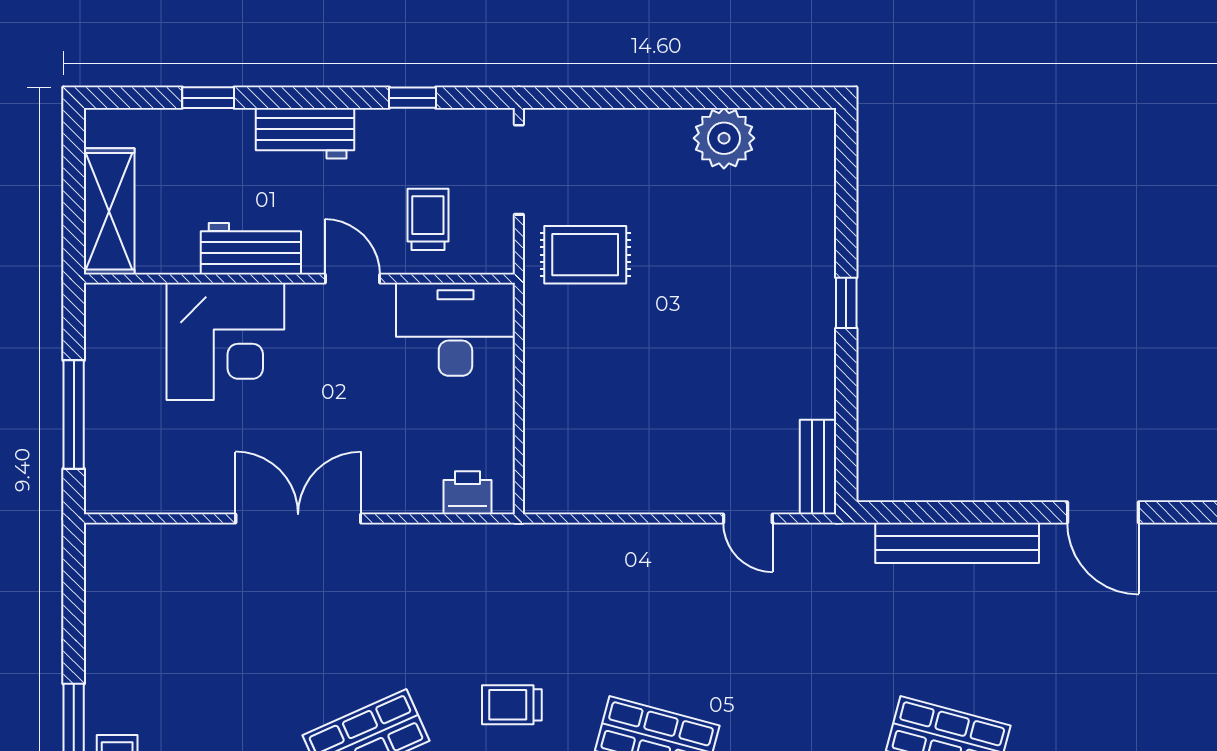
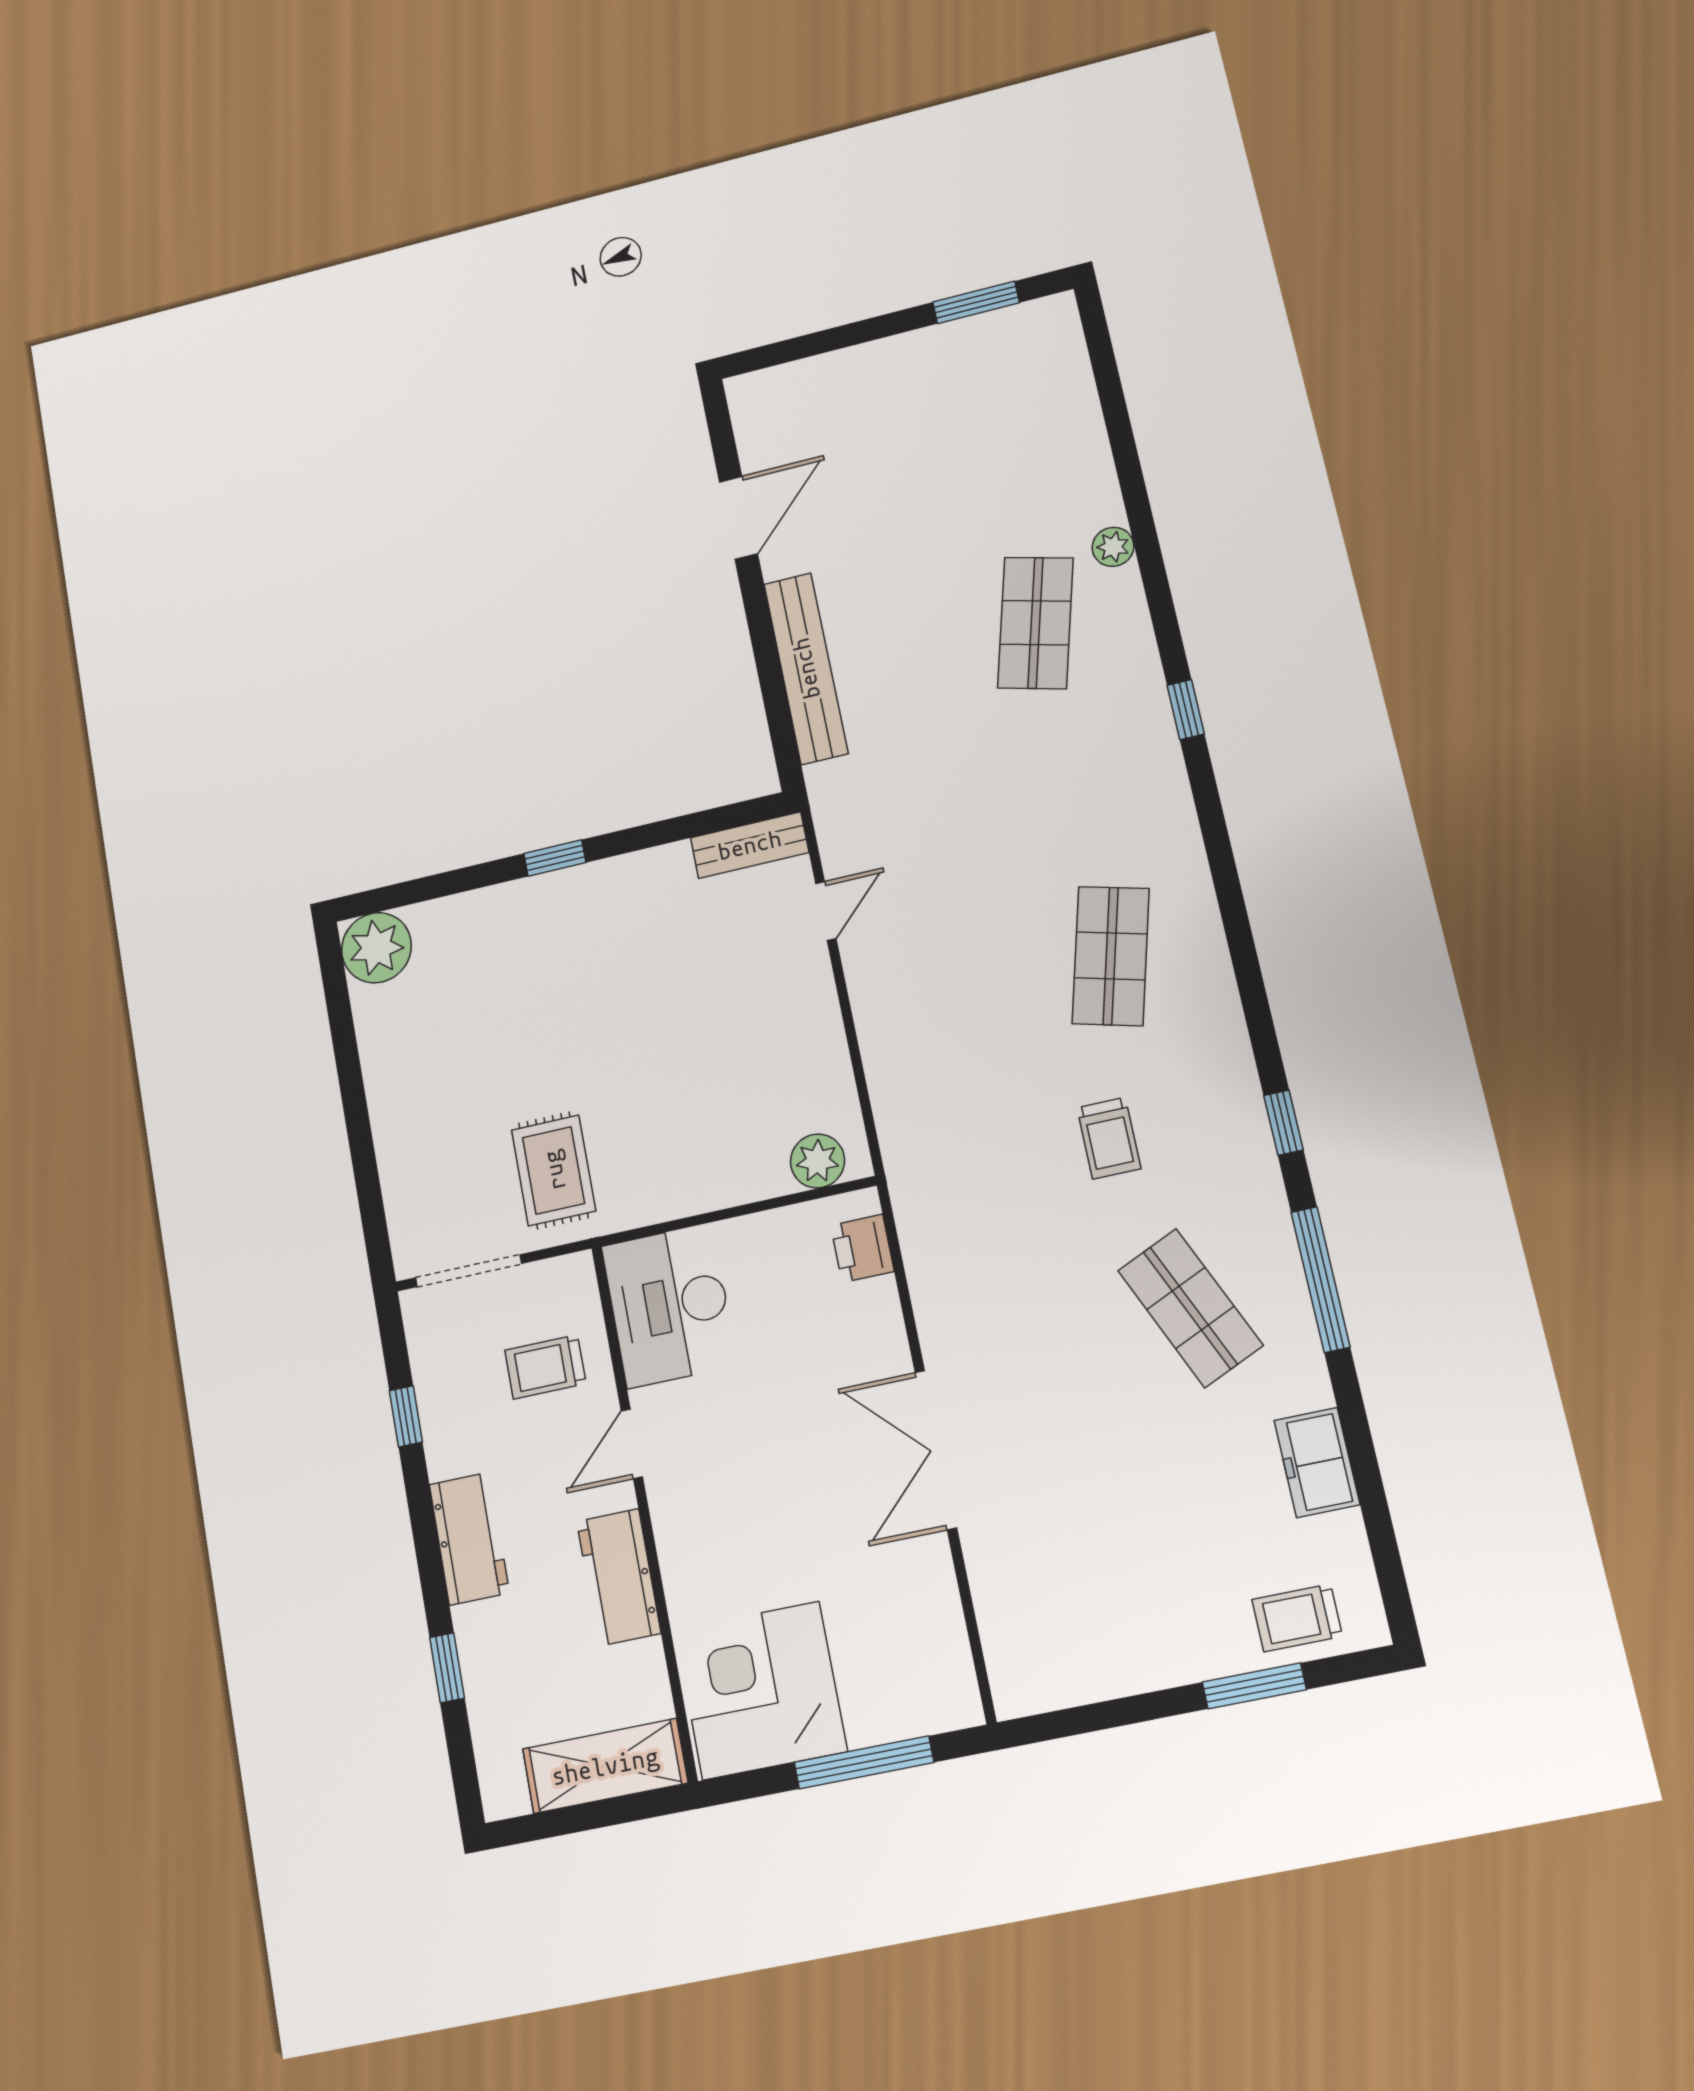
plant: (724, 138) -> (376, 948), moved
corner desk: (225, 341) -> (761, 1690), moved, turned -90
plant: (545, 471) -> (818, 1161), added

